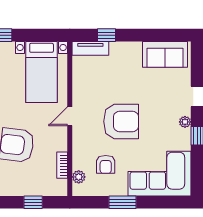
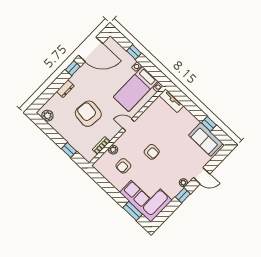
window: (106, 35) -> (209, 124), moved
armchair: (121, 121) -> (152, 152), width x0.53, depth x0.53
plant: (79, 177) -> (113, 150), moved
window: (123, 202) -> (133, 211), moved

